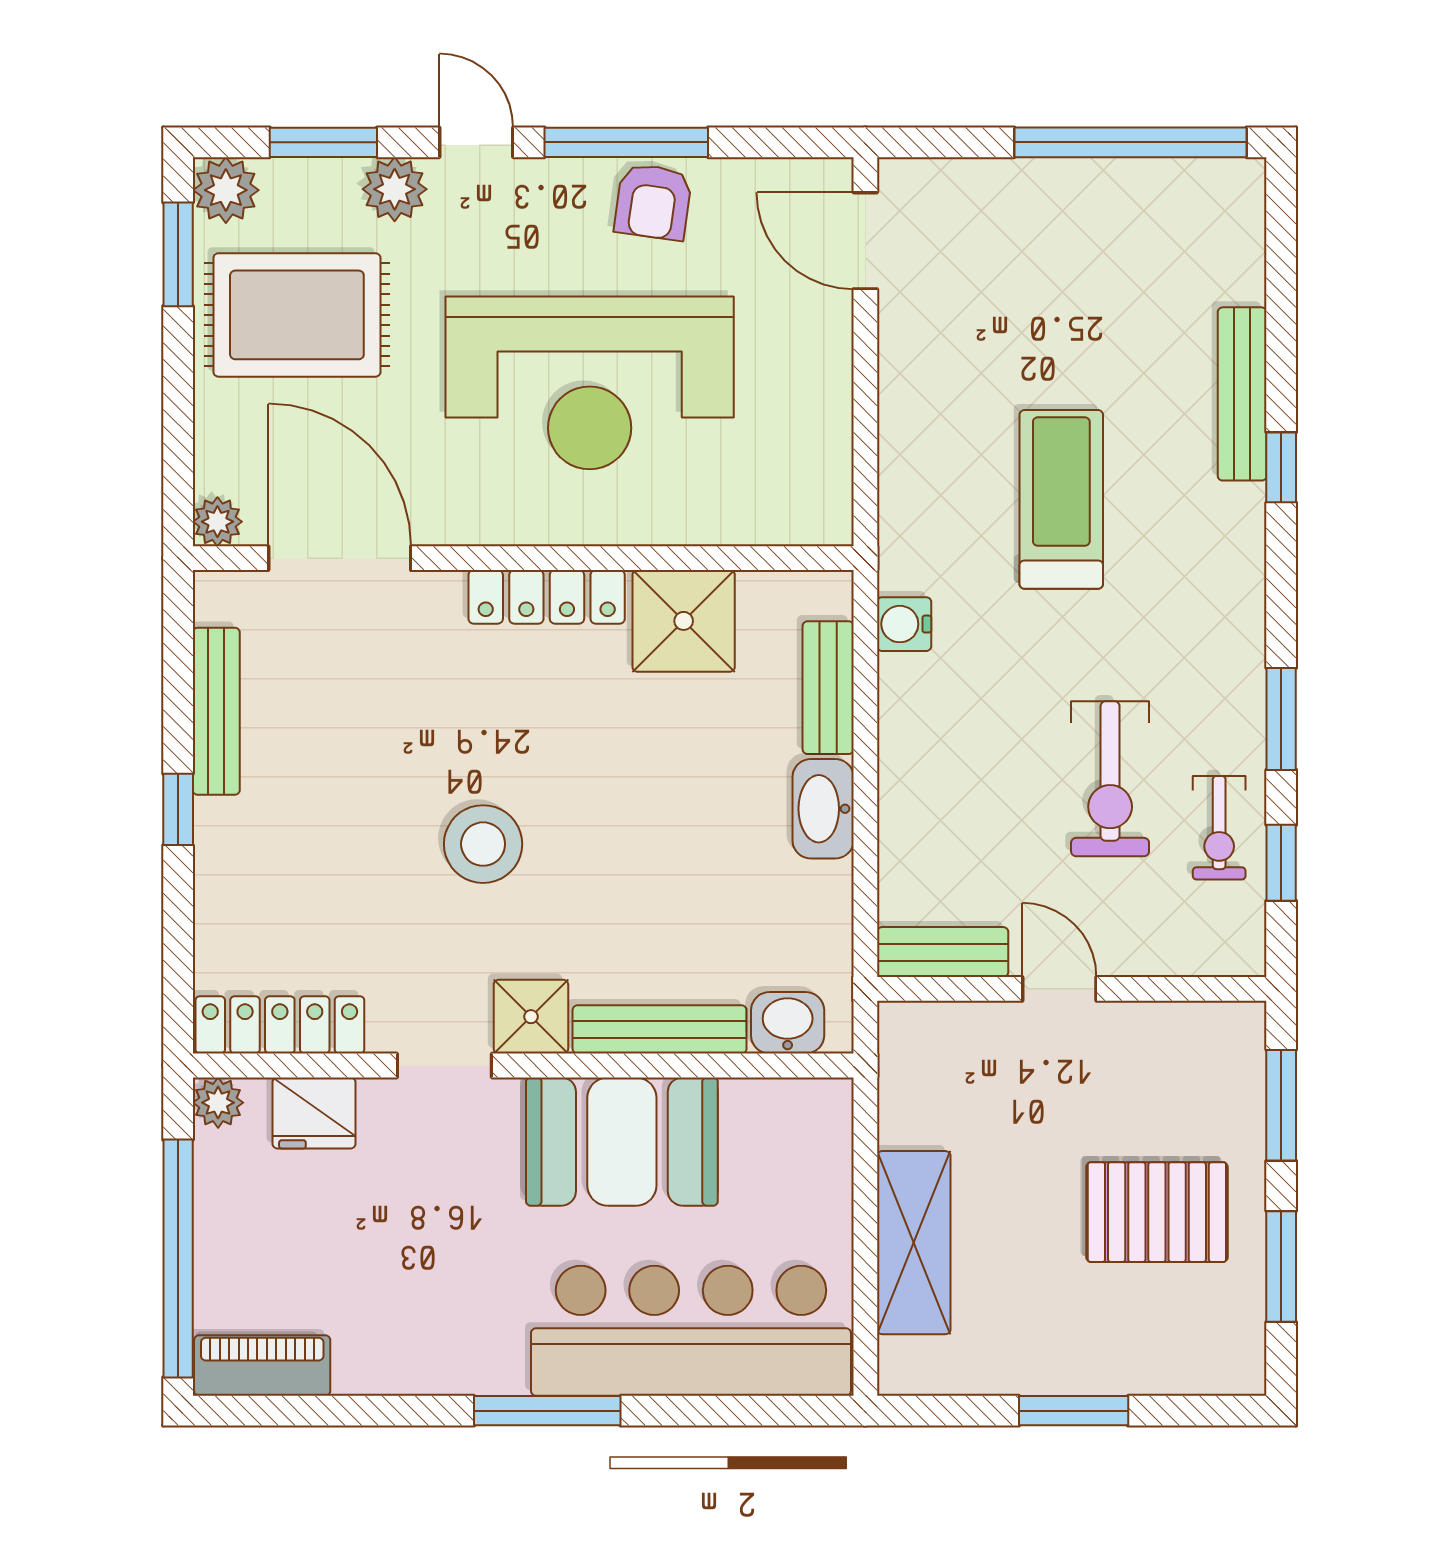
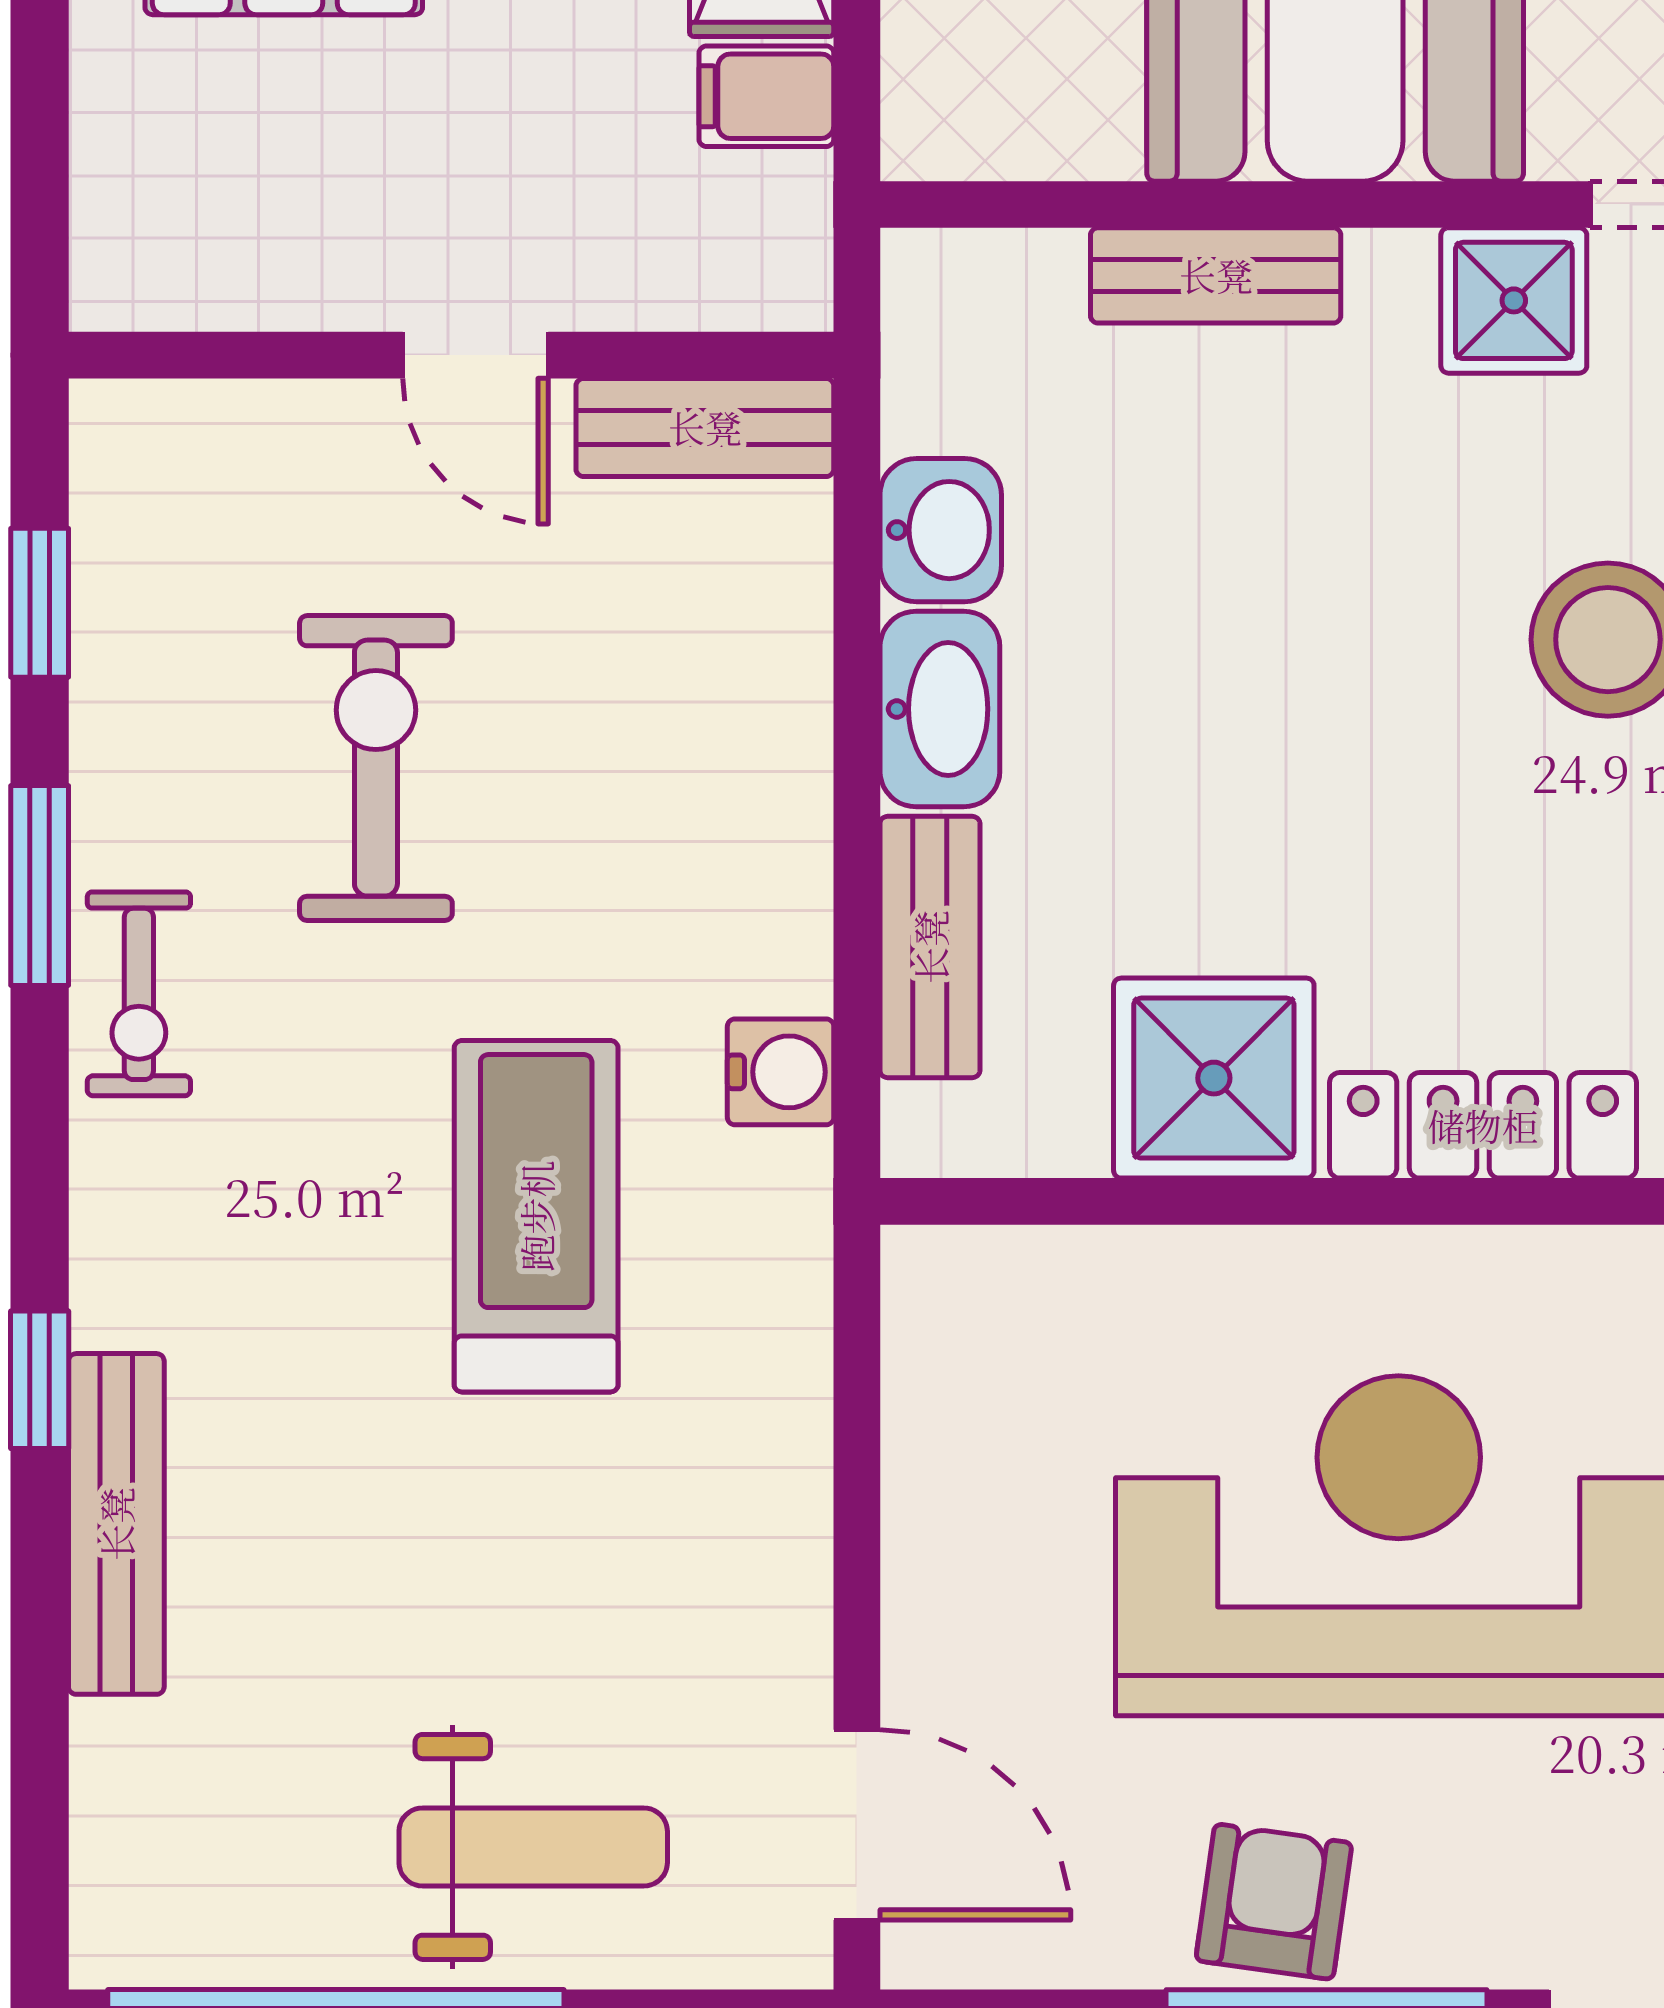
weight bench: (1030, 230) -> (533, 1847), added
treadmill: (1061, 499) -> (536, 1216), moved, turned 180
exercise bike: (1219, 828) -> (139, 994), moved, turned 180
washbasin: (788, 1023) -> (941, 530), moved, turned -90
bench: (660, 1029) -> (1216, 275), width x0.73
window: (1281, 1105) -> (40, 126), removed
filing cabinet: (911, 1121) -> (766, 96), added

